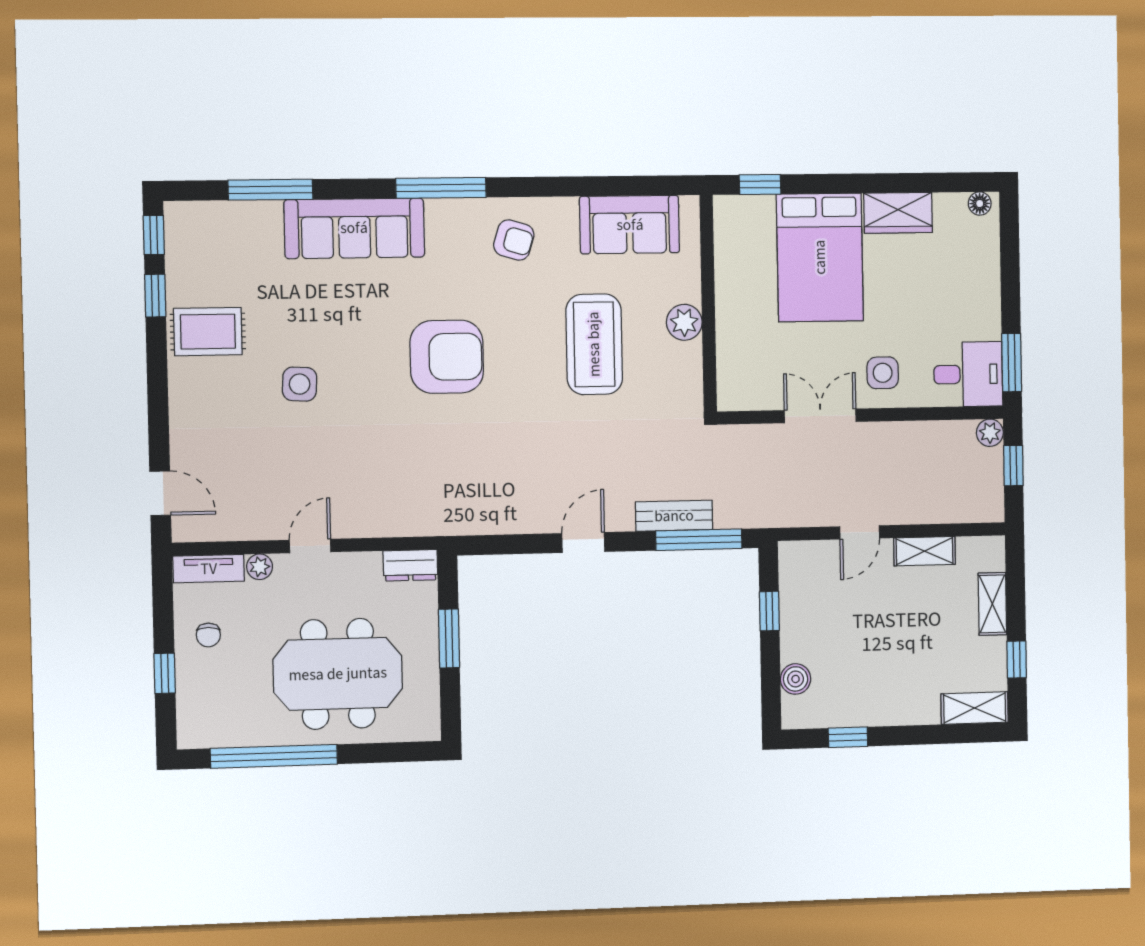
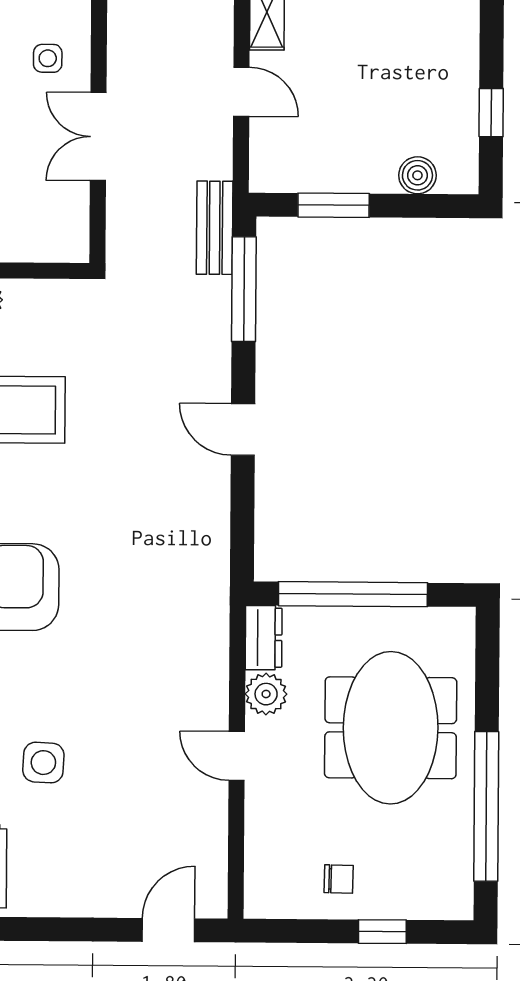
side table: (883, 373) -> (48, 58), width x0.73, depth x0.73
bench: (674, 516) -> (215, 228), moved
plant: (260, 567) -> (266, 694), moved, width x1.38, depth x1.38
tv unit: (209, 569) -> (260, 876), removed
window: (769, 611) -> (334, 205), width x1.50
window: (449, 638) -> (353, 594), width x2.11

